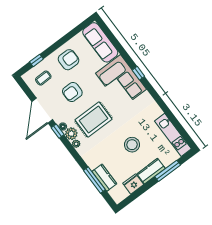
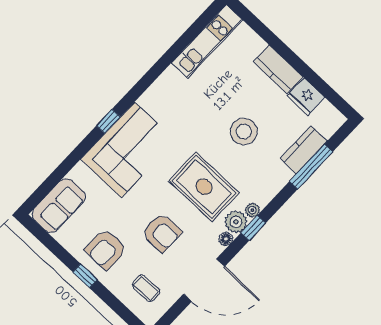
sofa: (100, 42) -> (59, 205), width x0.73
window: (36, 60) -> (85, 276), moved
armchair: (68, 60) -> (106, 249), turned -90
window: (58, 131) -> (253, 228), moved
stool: (132, 145) -> (244, 131), moved
window: (168, 171) -> (272, 40), removed

